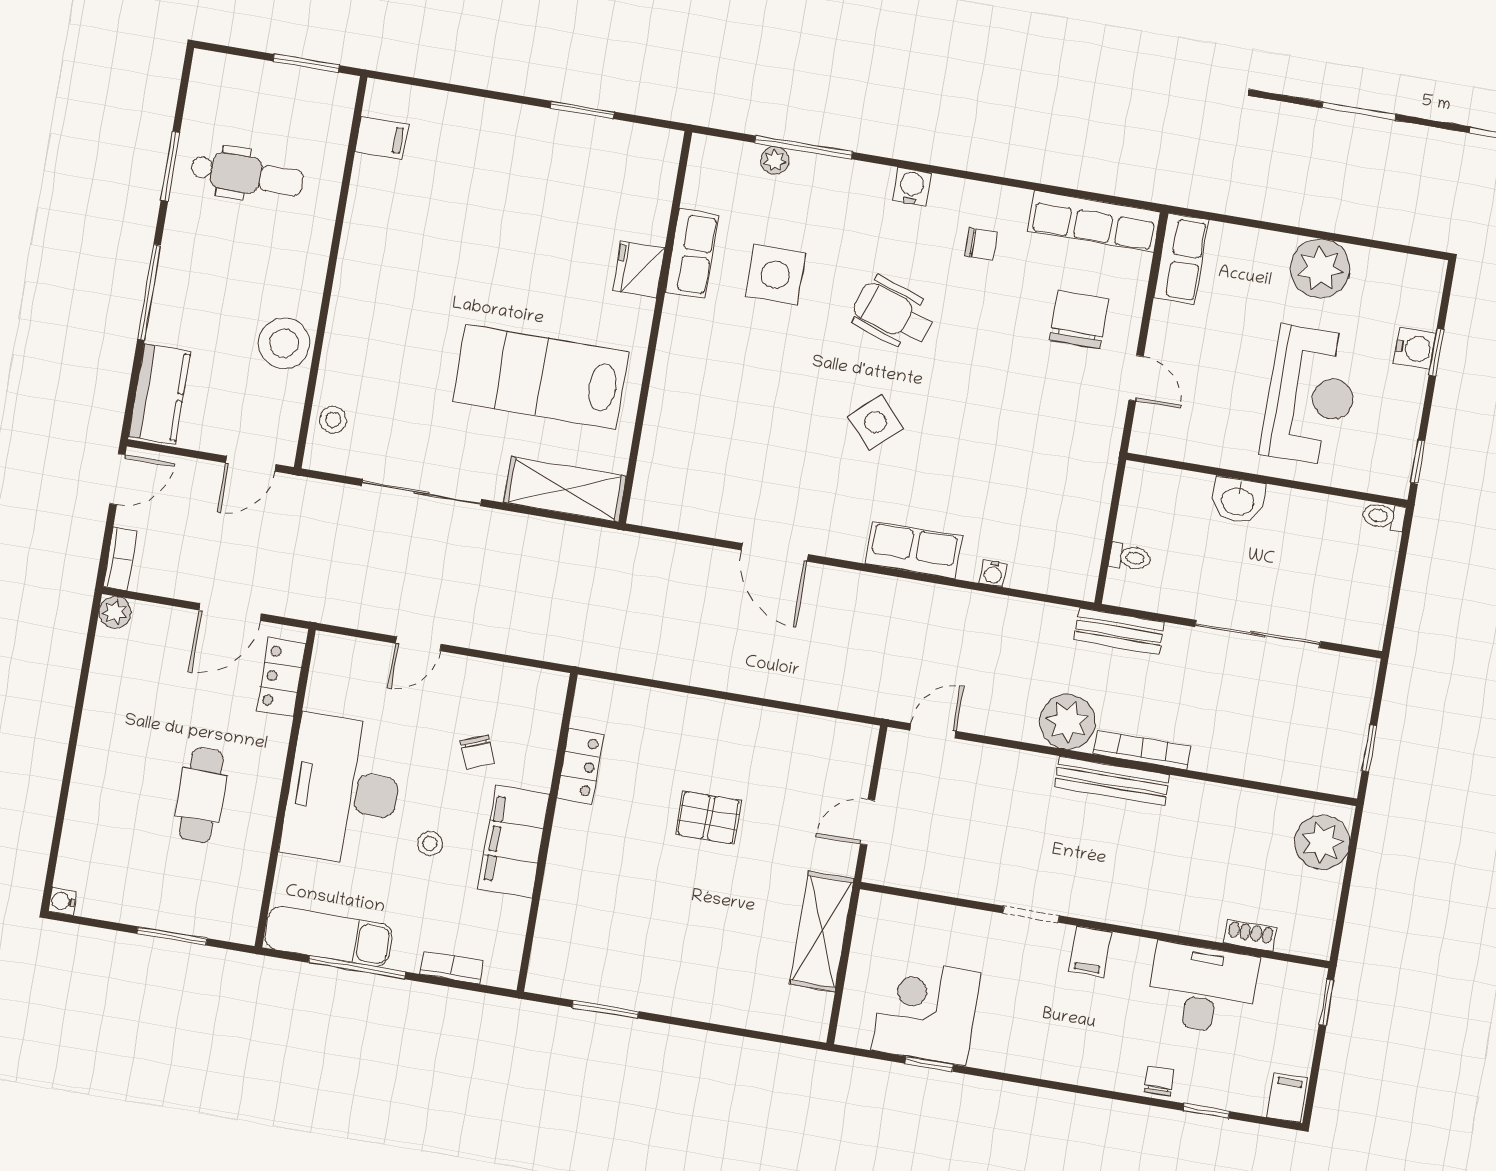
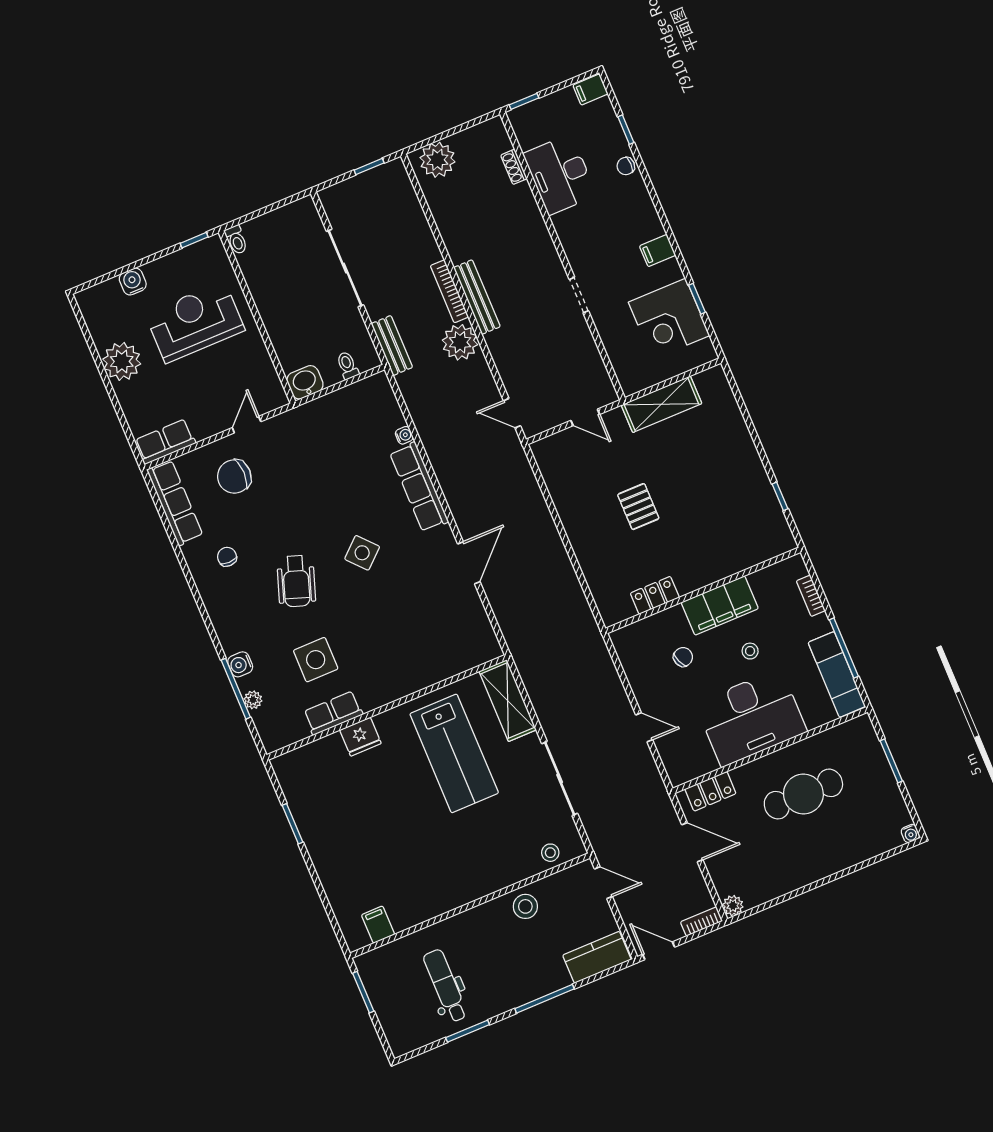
water cooler: (912, 187) -> (240, 664), moved
stool: (284, 343) -> (525, 906), width x0.73, depth x0.73
window: (1436, 352) -> (127, 268), removed
washbasin: (1238, 501) -> (305, 382), moved, turned -90
row of seats: (914, 550) -> (419, 487), width x1.48
cafe table: (201, 795) -> (803, 794), width x1.37, depth x1.35
filing cabinet: (1090, 952) -> (658, 251), moved, turned 180
window: (605, 1009) -> (780, 496), width x0.67

